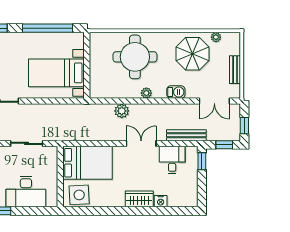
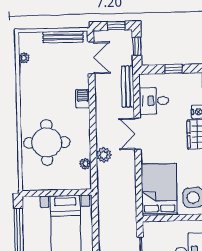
parasol: (193, 54) -> (42, 82), removed
bench: (235, 70) -> (63, 37), width x1.36
plant: (146, 93) -> (85, 164), moved
window: (202, 161) -> (173, 69), moved

